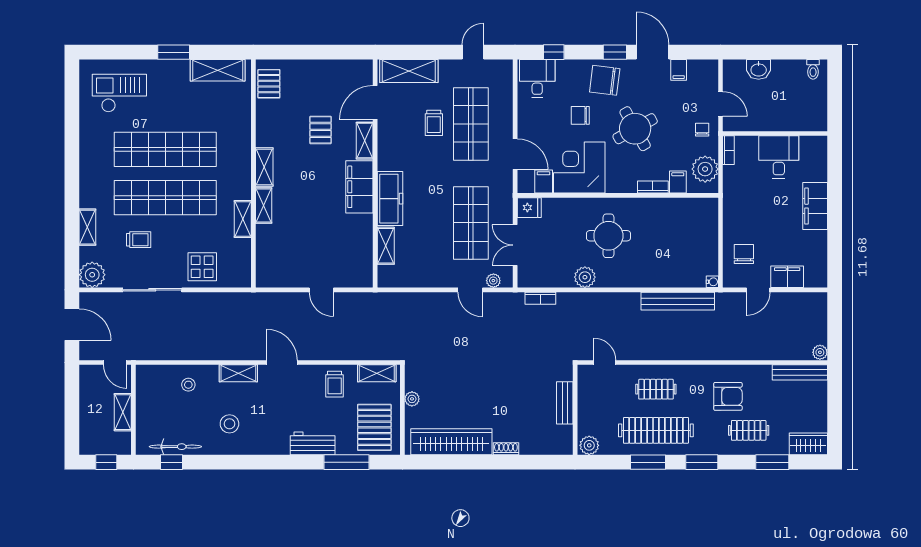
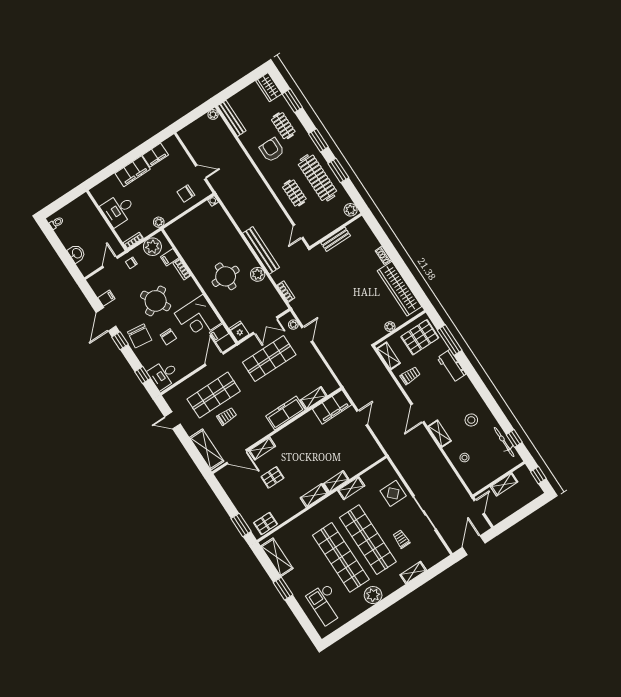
window: (287, 52) -> (241, 525), added
filing cabinet: (359, 187) -> (332, 407), moved
plant: (730, 197) -> (159, 222), added
plant: (92, 275) -> (373, 595), moved
filing cabinet: (787, 277) -> (155, 155), moved, turned -90
bench: (678, 301) -> (261, 250), moved

